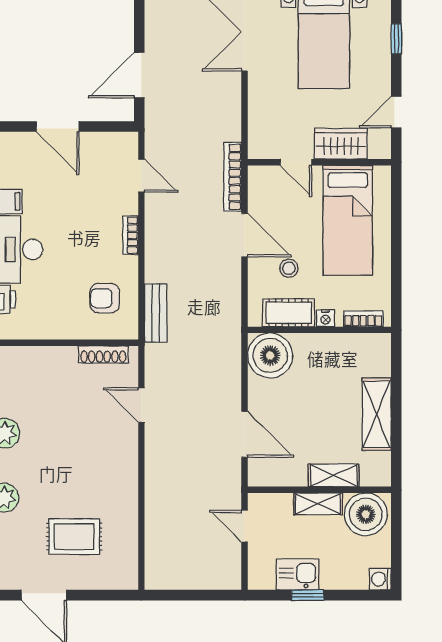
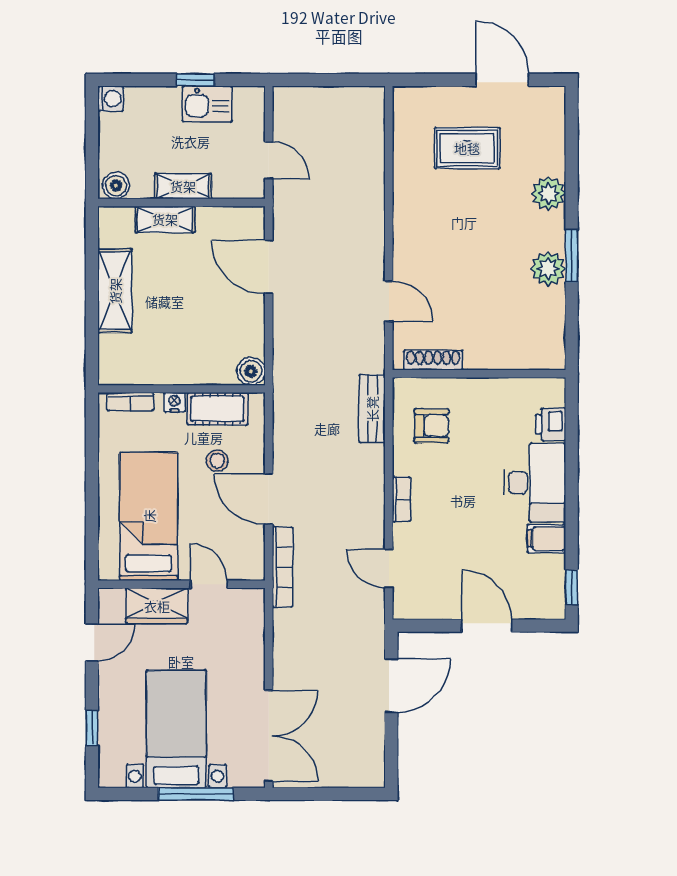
boiler: (270, 355) -> (251, 371), width x0.54, depth x0.54
boiler: (366, 514) -> (116, 186), width x0.54, depth x0.54

